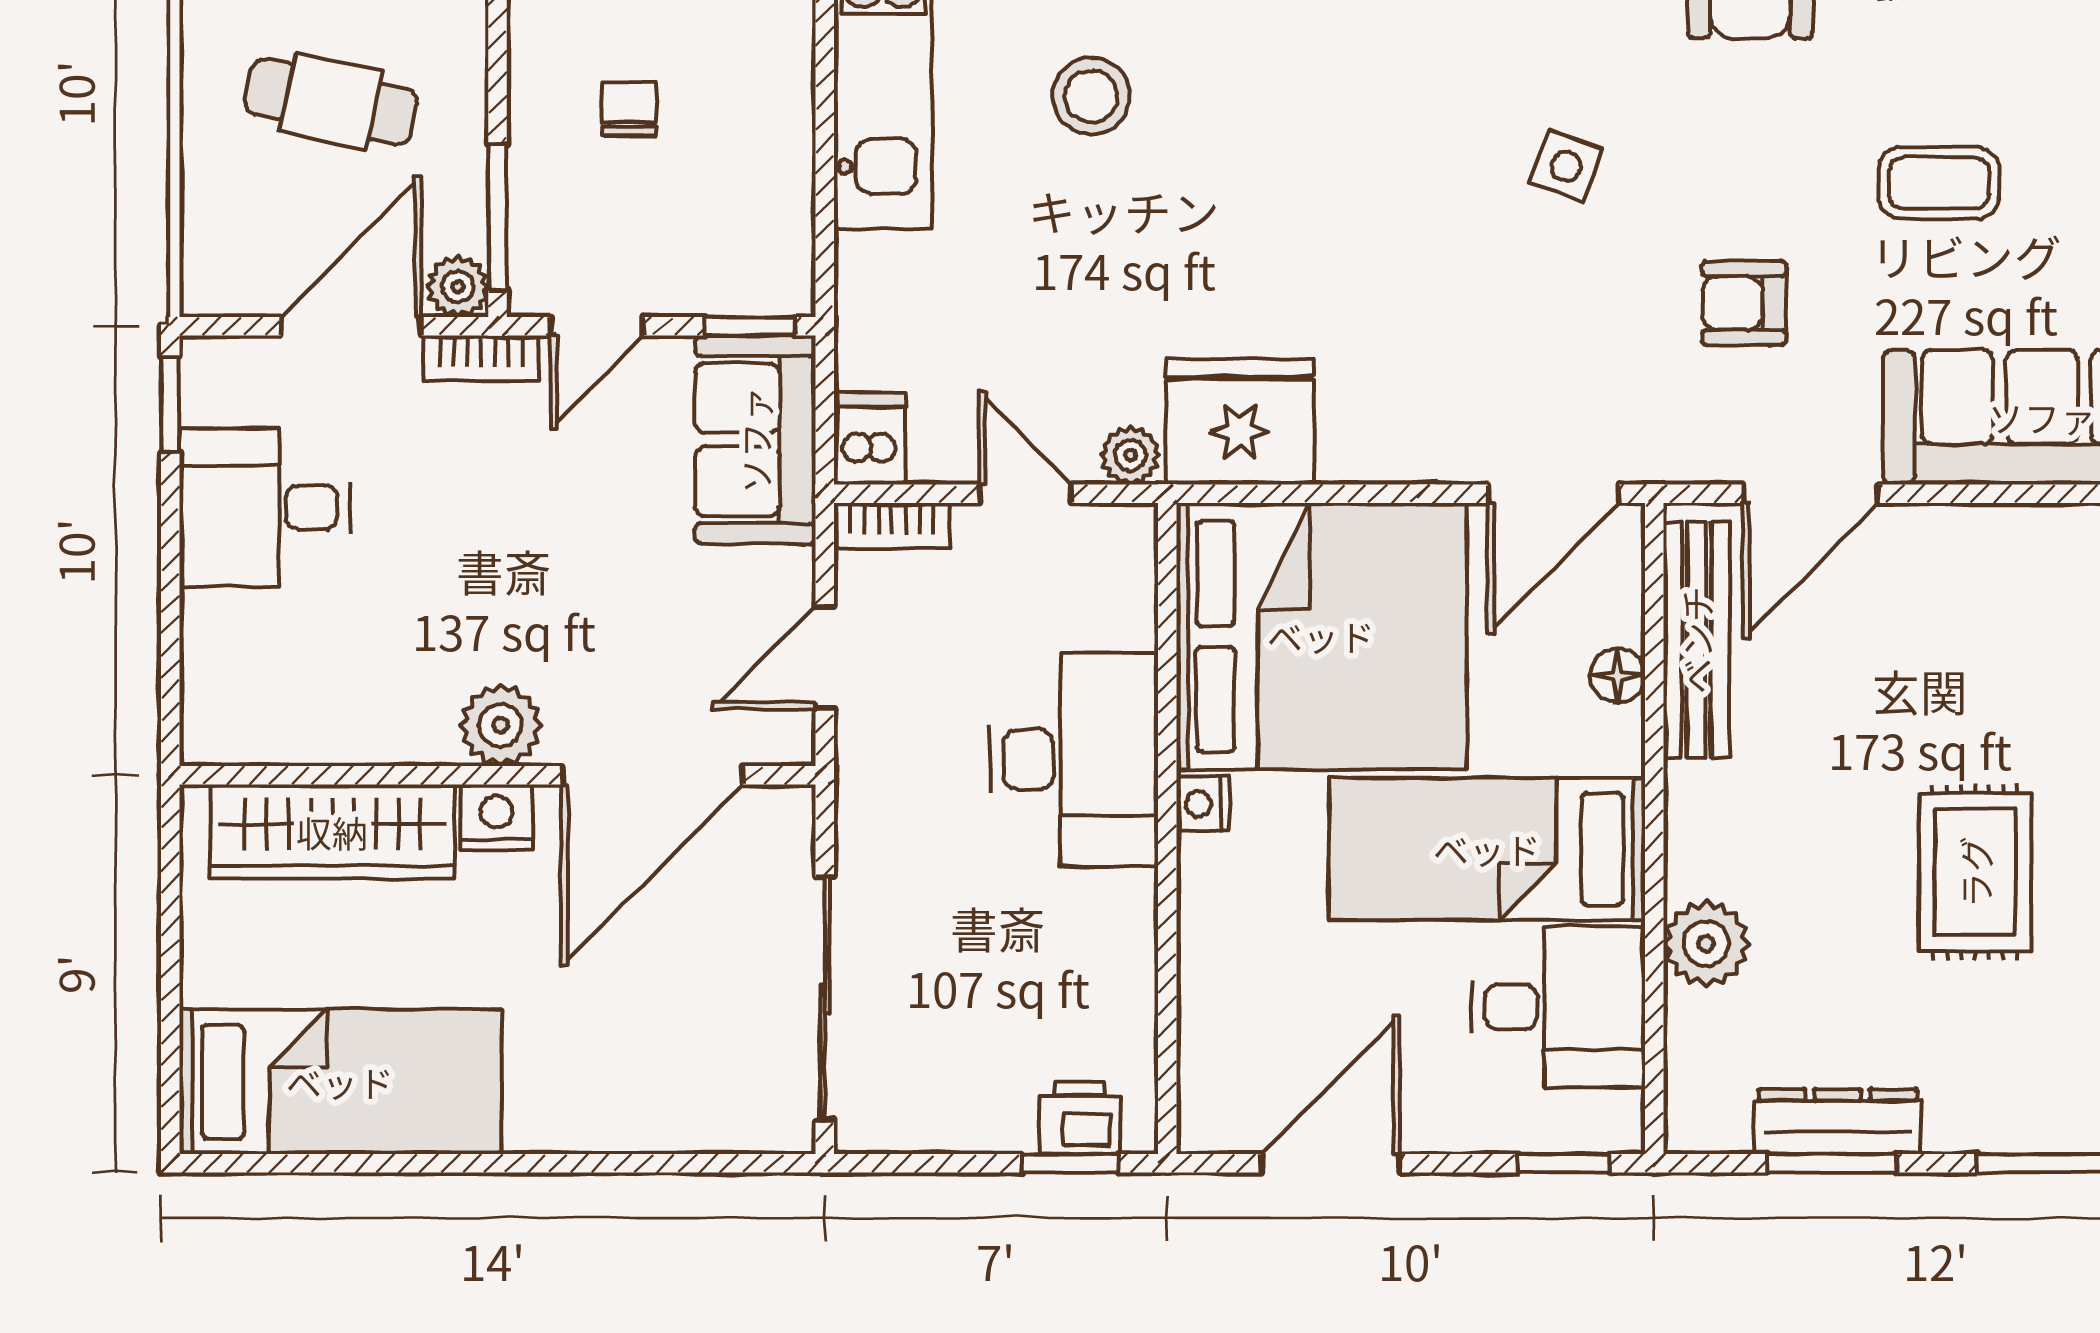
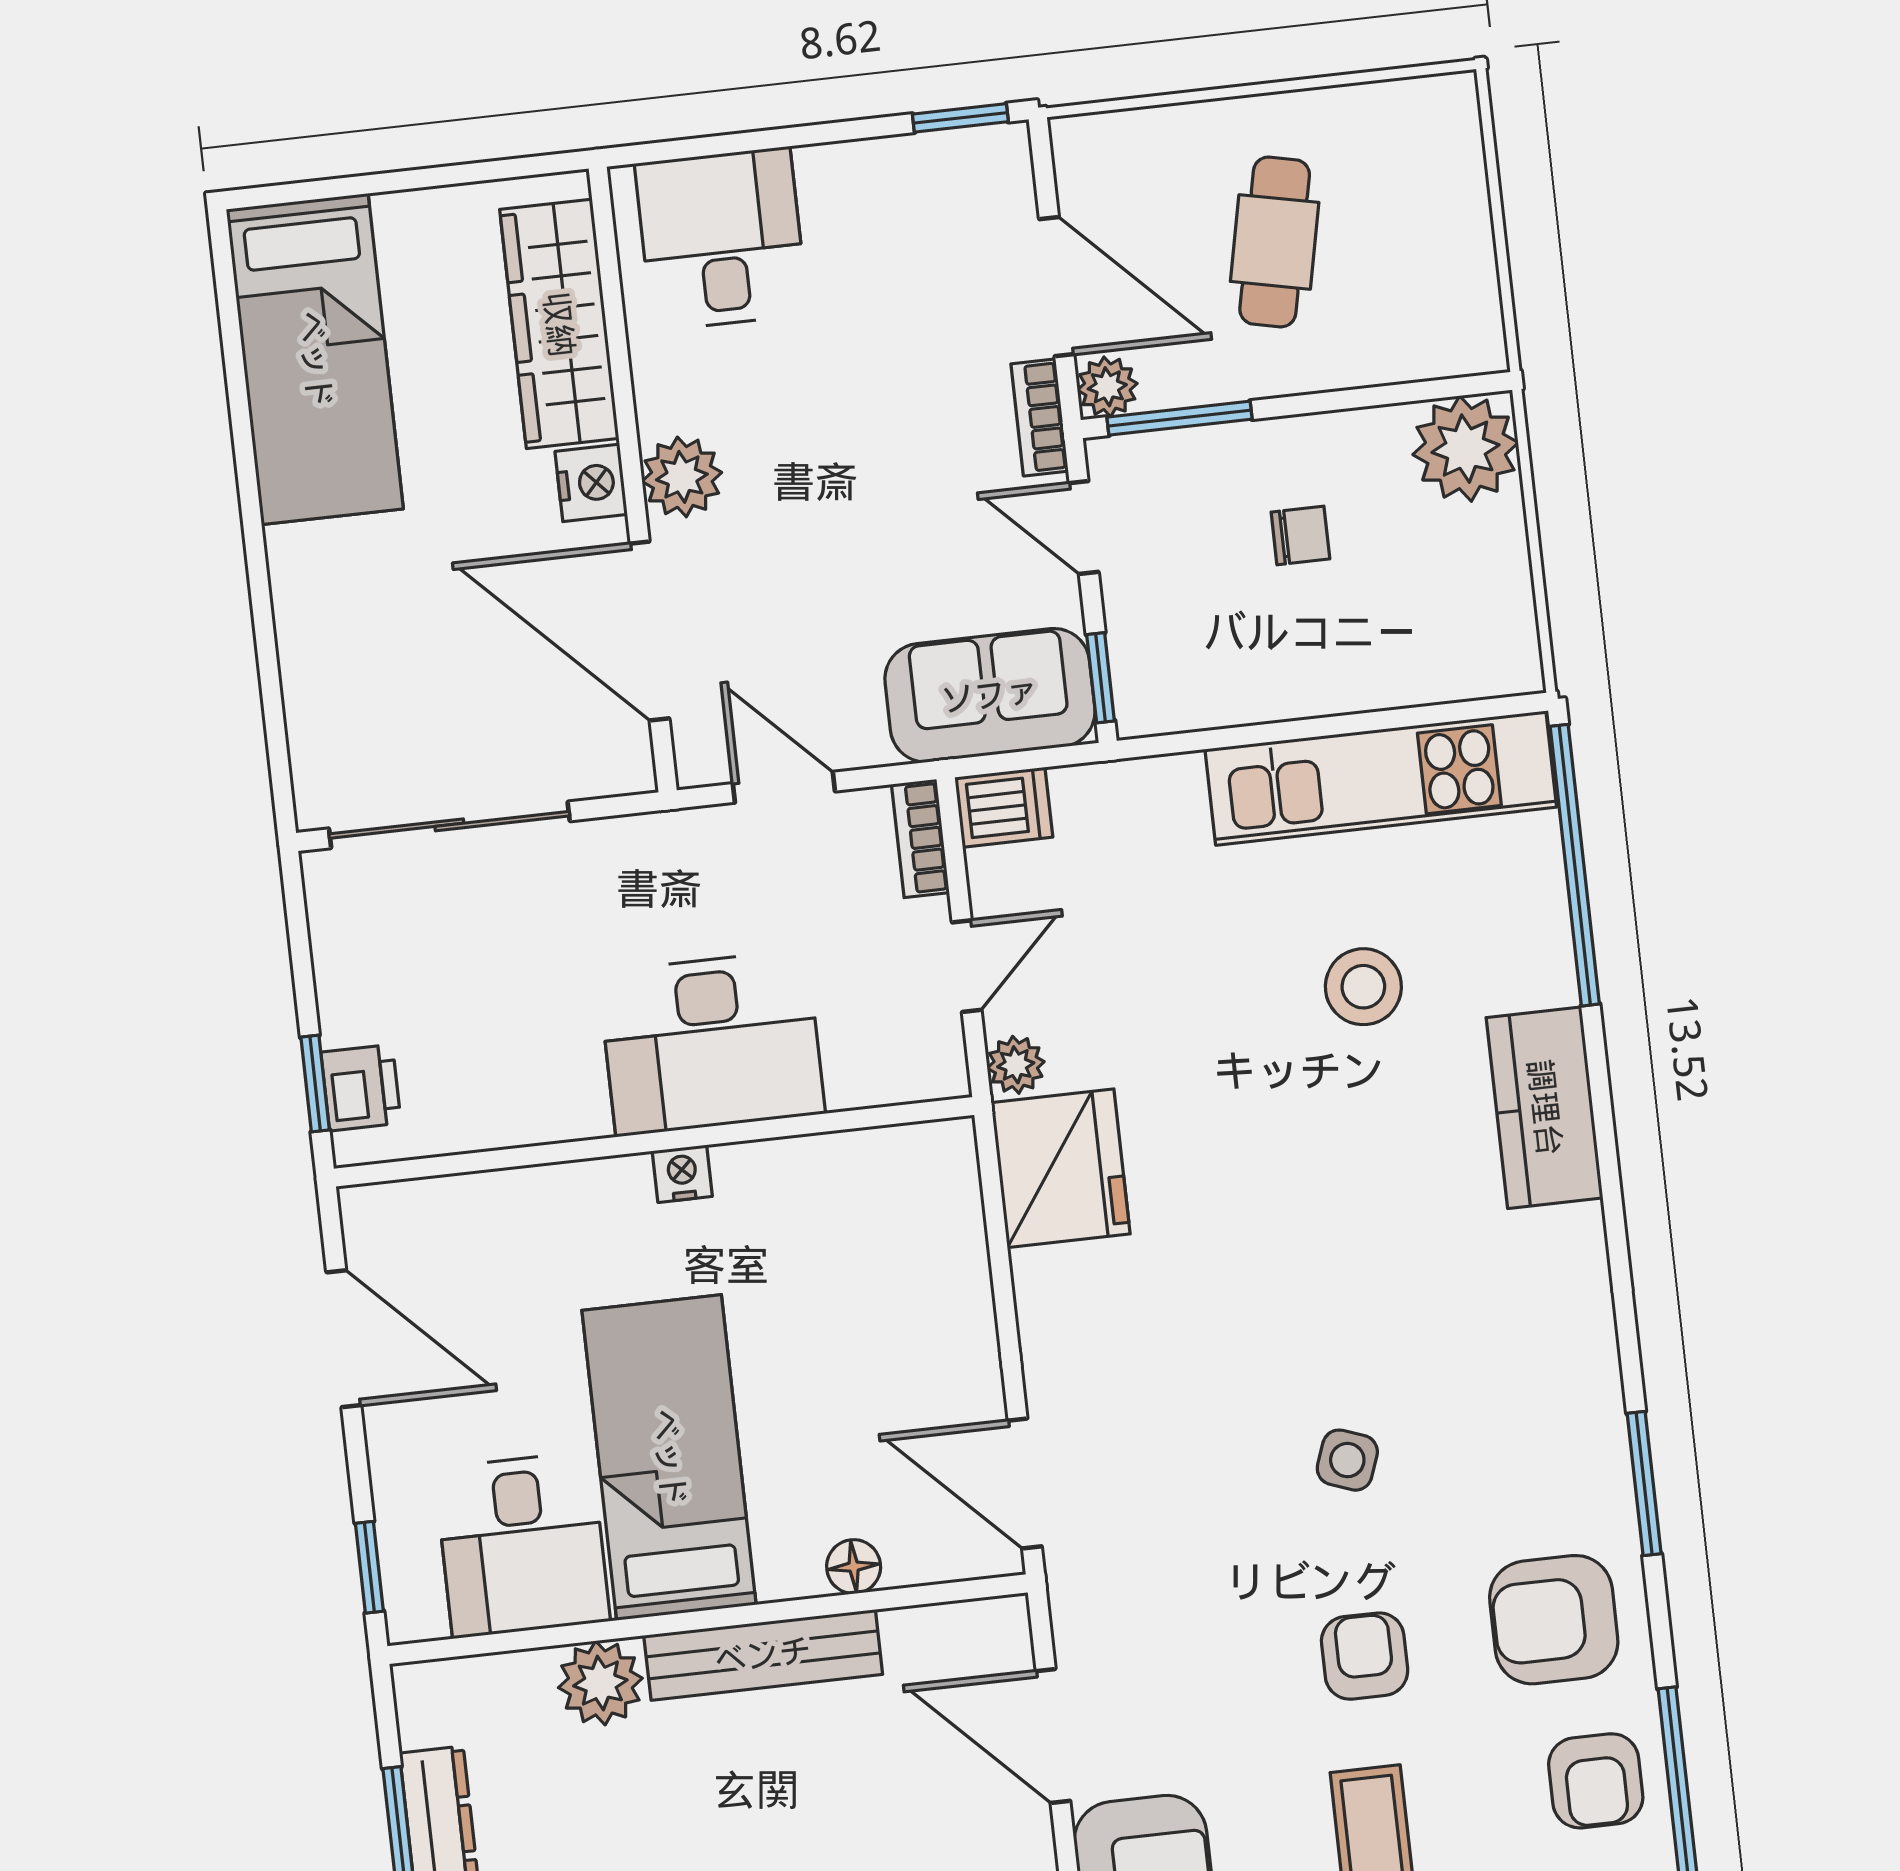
armchair: (1744, 303) -> (1365, 1656), moved
desk: (265, 508) -> (721, 239), moved
bed: (1321, 636) -> (859, 1272), removed
bench: (1696, 640) -> (763, 1655), moved

